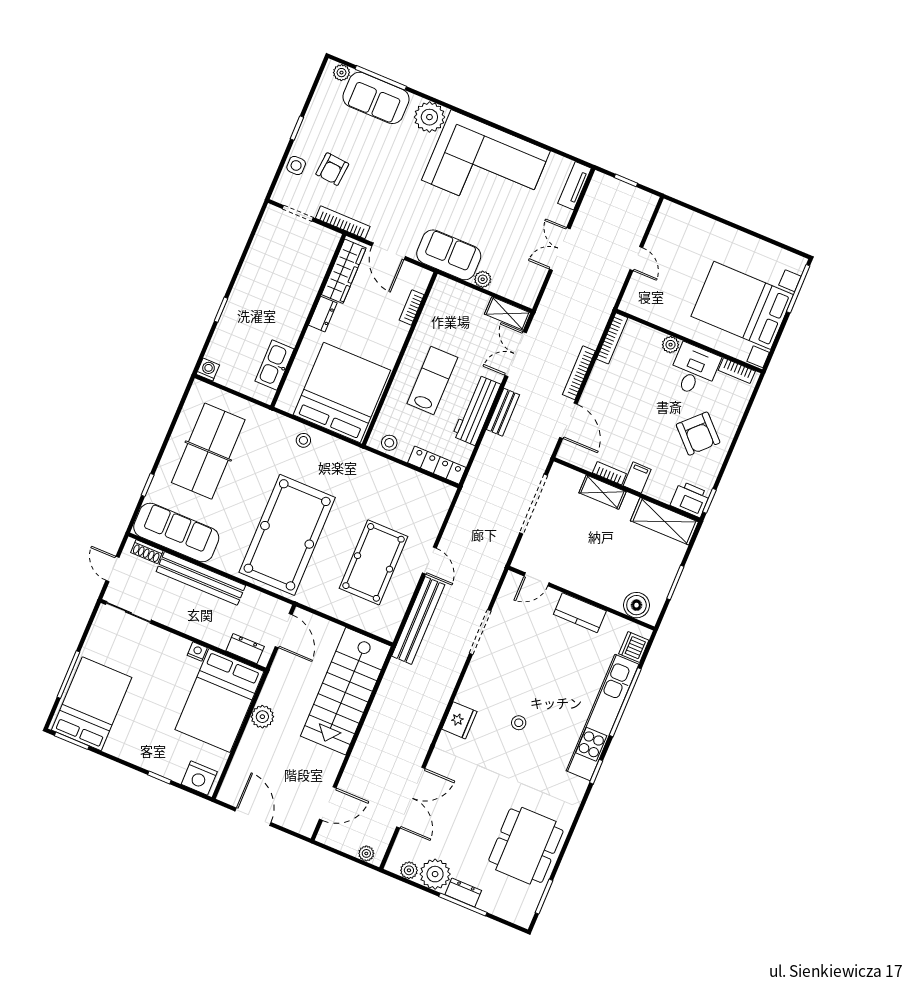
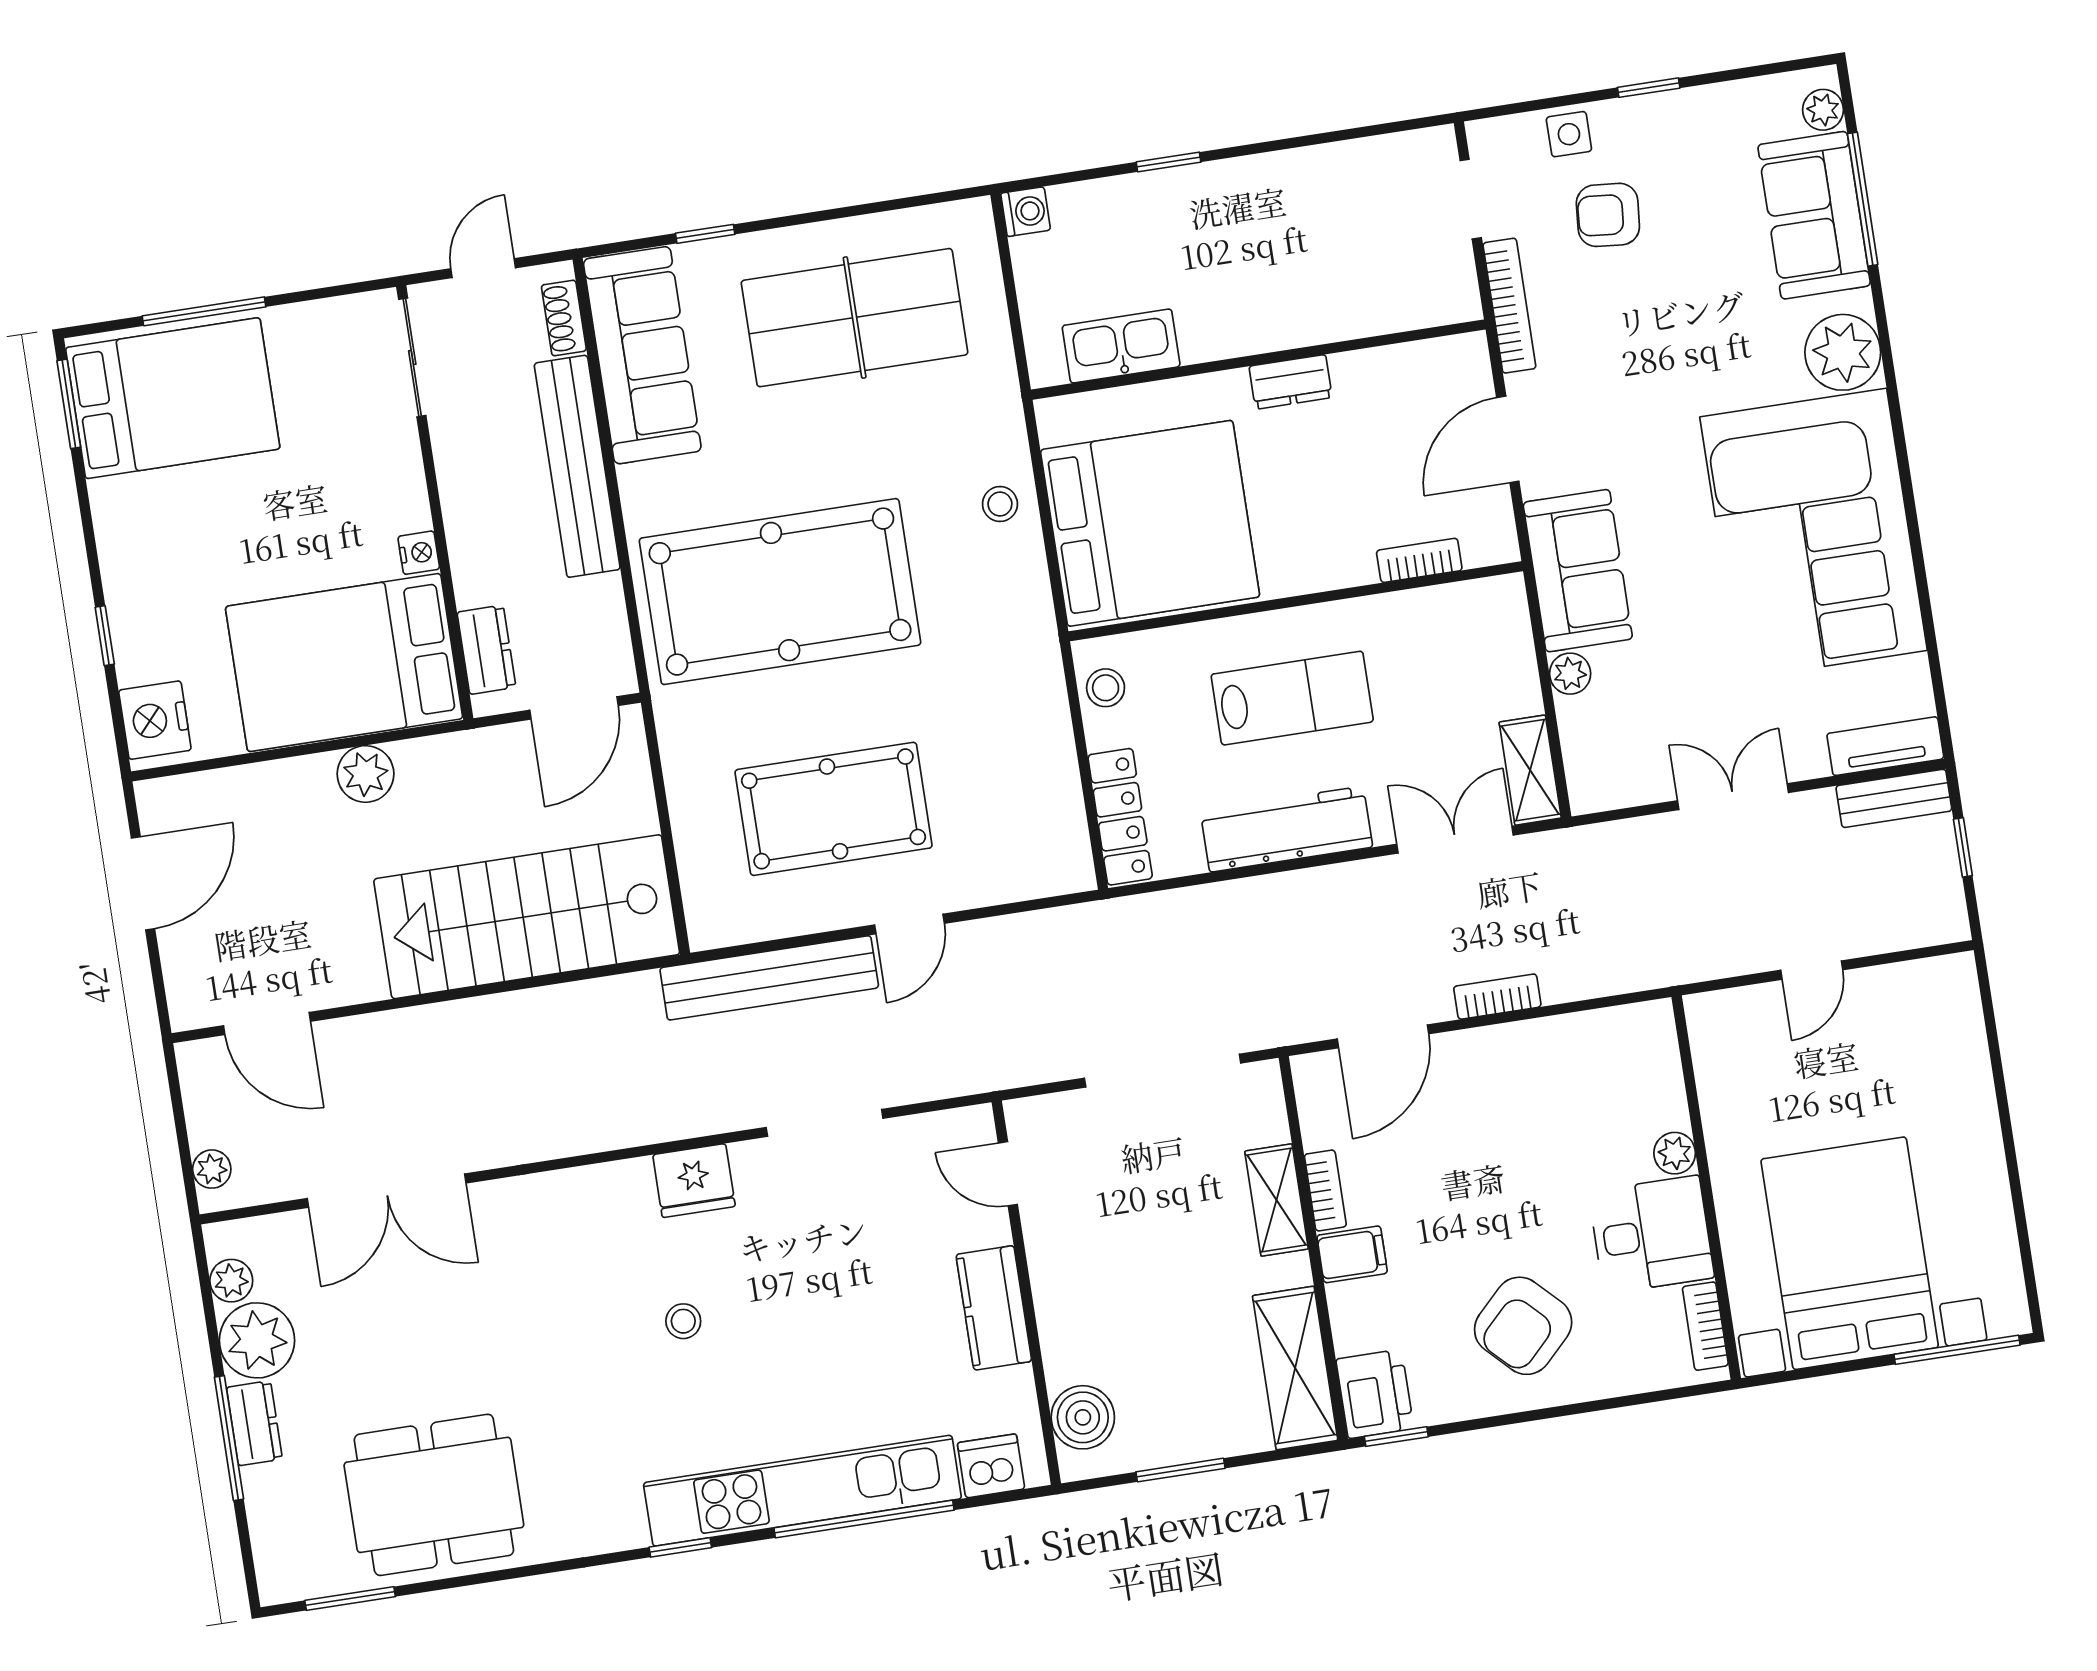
wardrobe: (344, 271) -> (1408, 371), removed
bookcase: (612, 338) -> (1613, 1022), removed
bookcase: (579, 373) -> (1497, 997), width x0.64
bench: (503, 412) -> (1894, 798), moved
fridge: (459, 720) -> (694, 1181), moved

